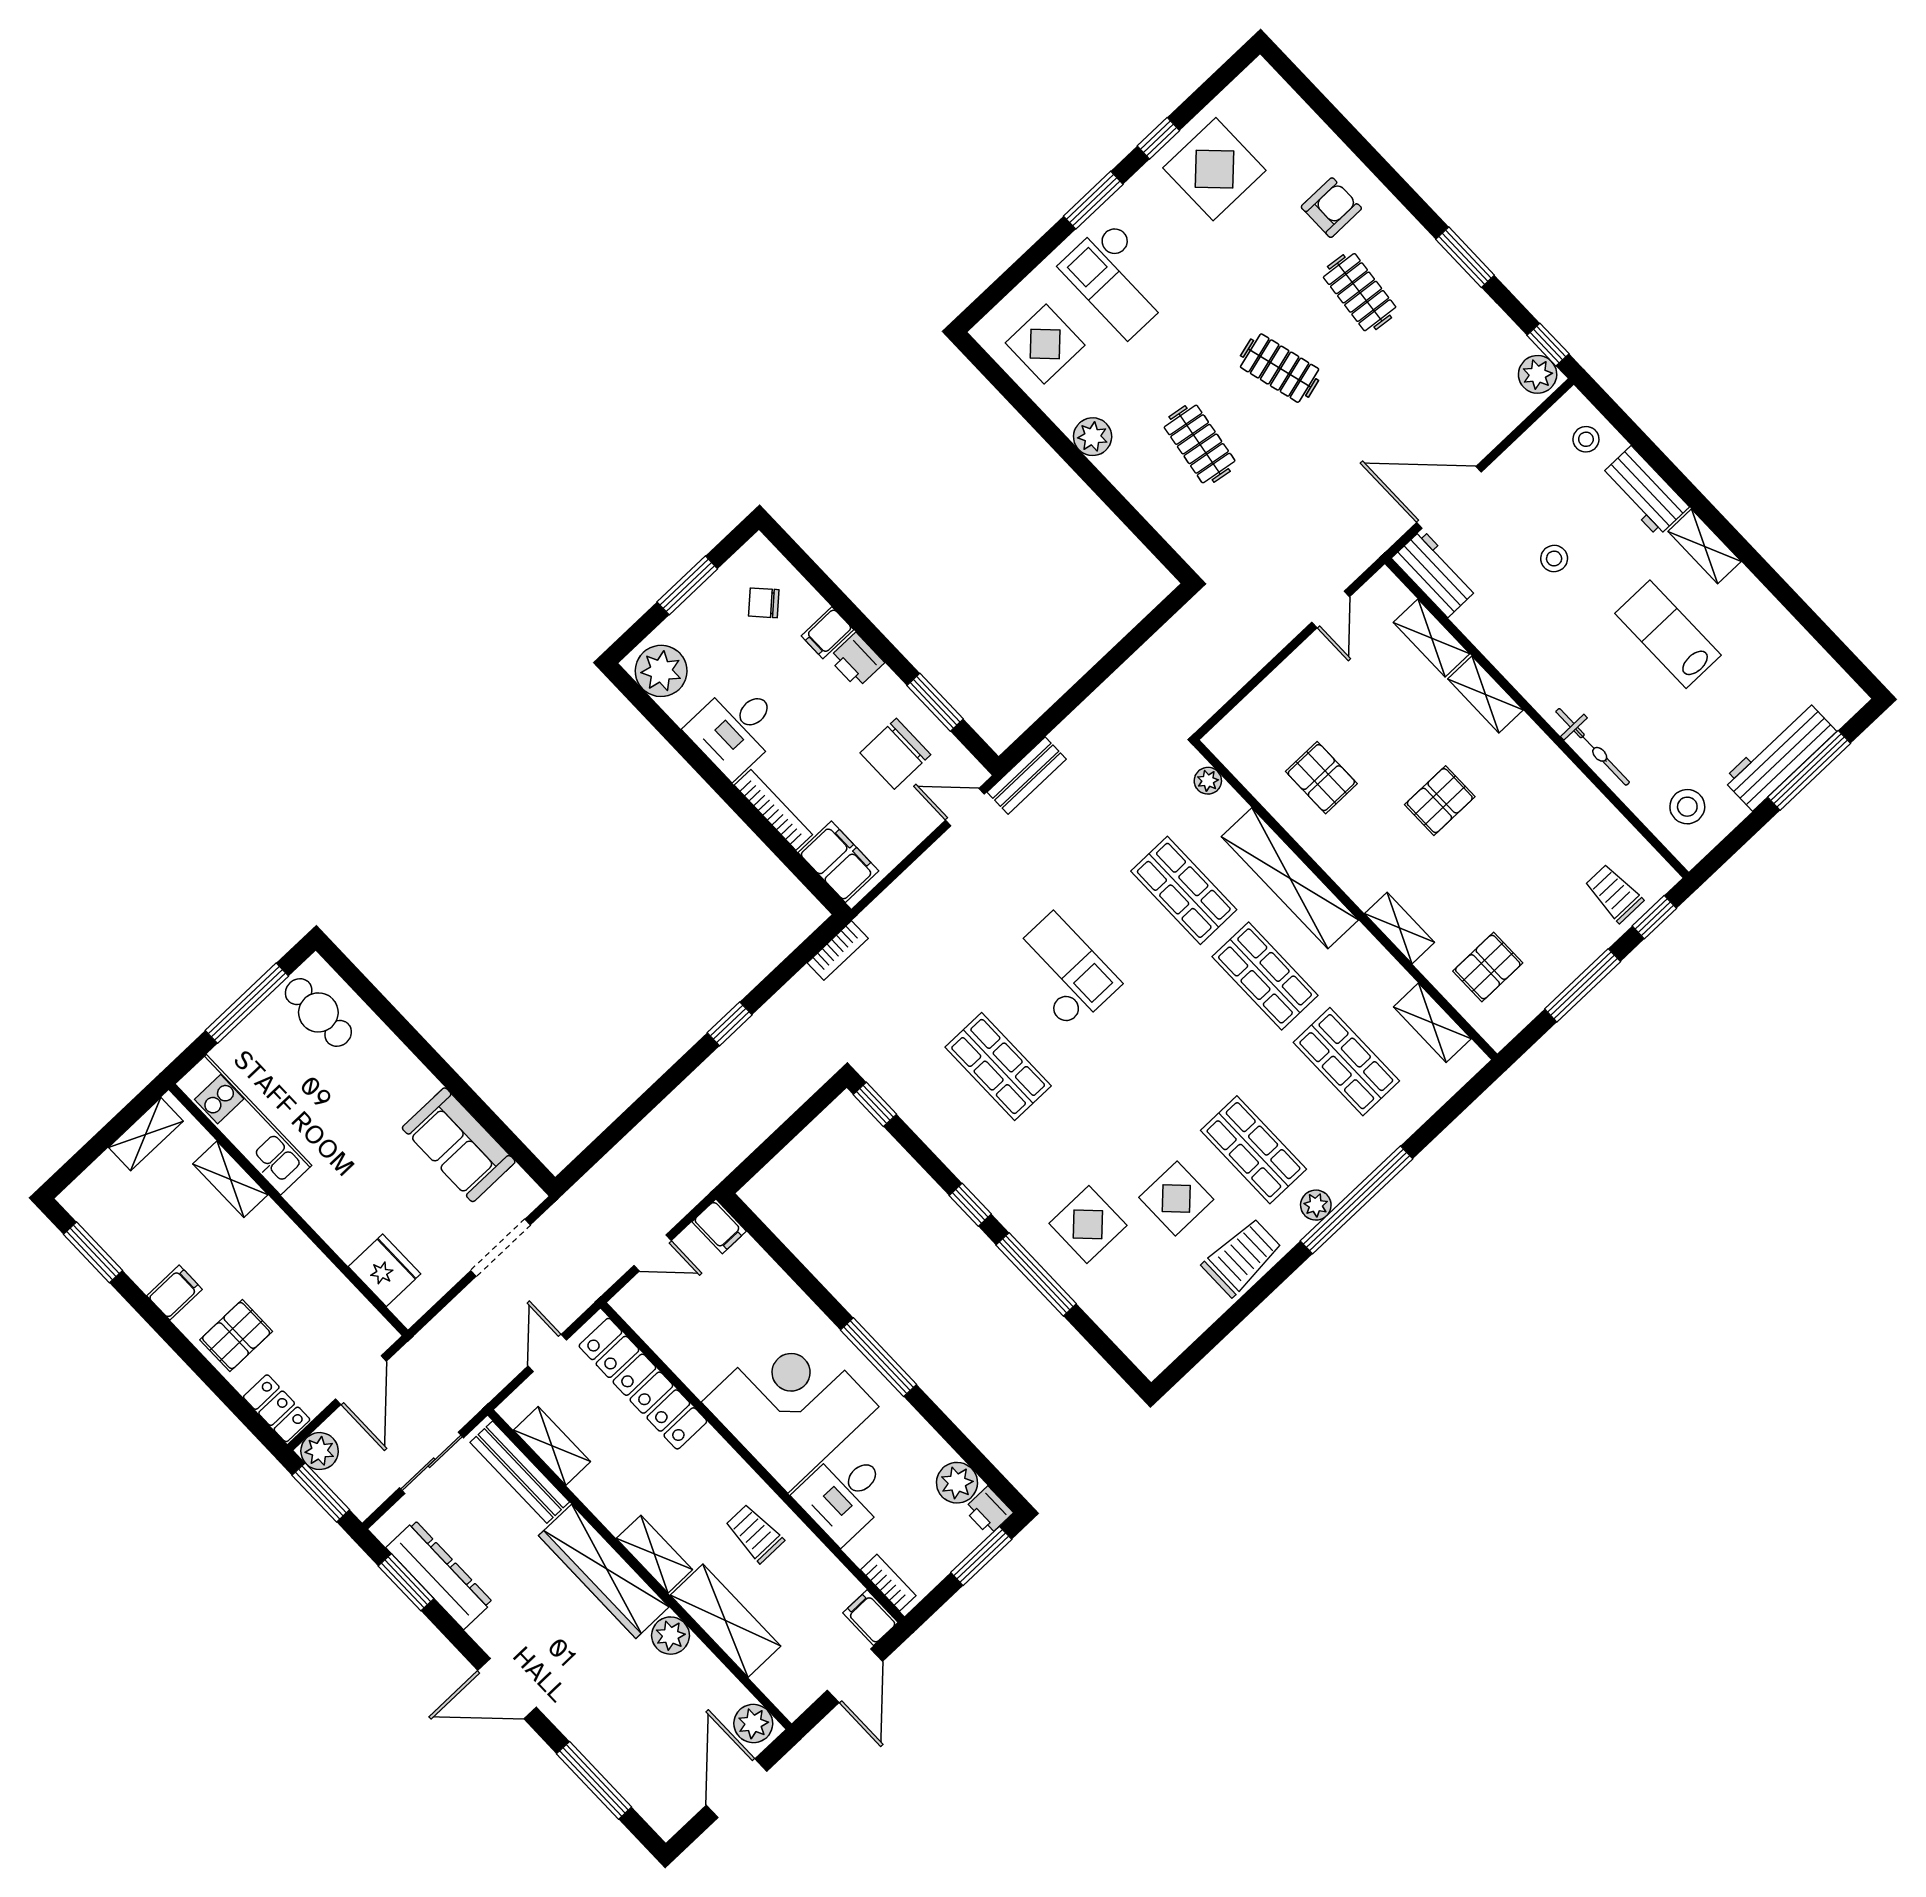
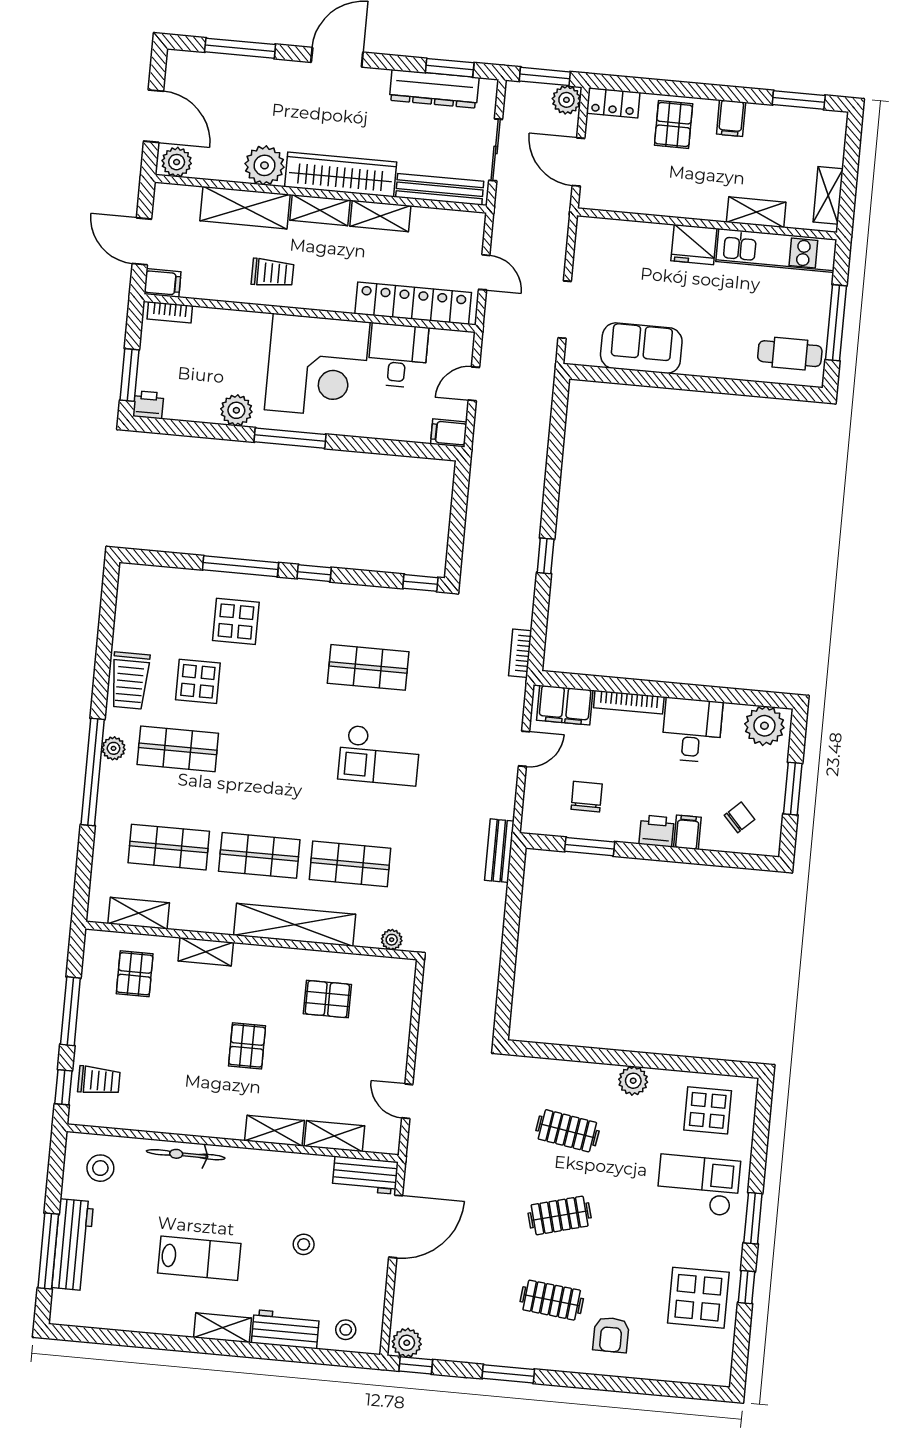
chair: (895, 754) -> (587, 797), width x0.73, depth x0.73
door: (965, 807) -> (524, 749), moved
fridge: (385, 1270) -> (694, 245), moved
shelving: (552, 1446) -> (380, 216), moved
plant: (957, 1483) -> (236, 410), moved
desk: (844, 1495) -> (398, 355), moved
plant: (671, 1636) -> (265, 165), width x1.36, depth x1.36

